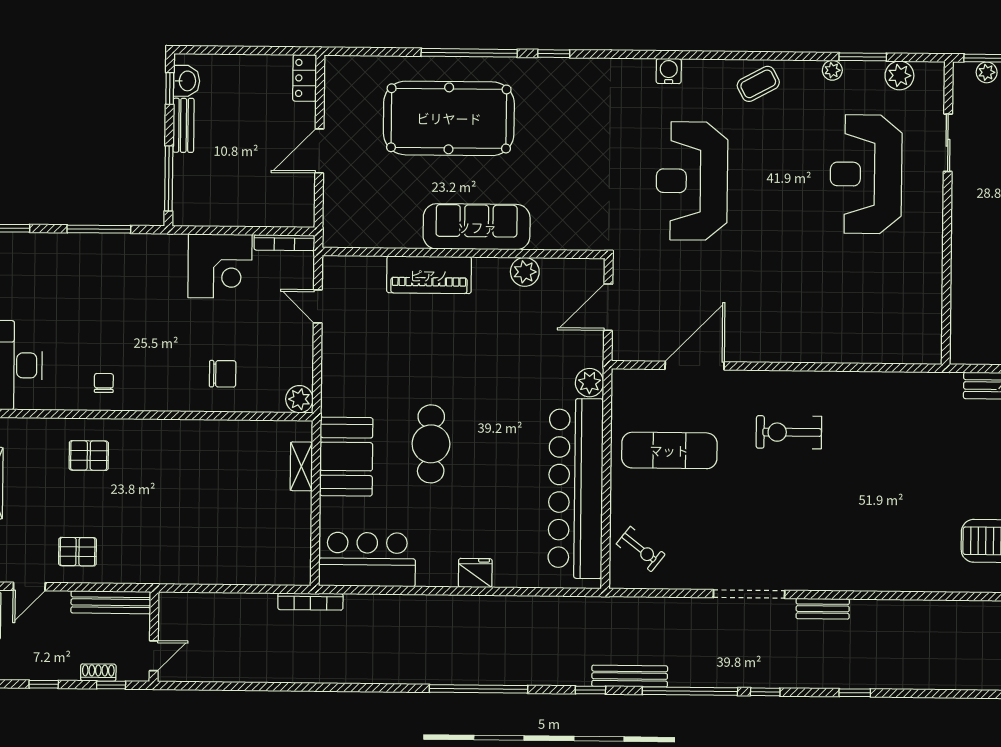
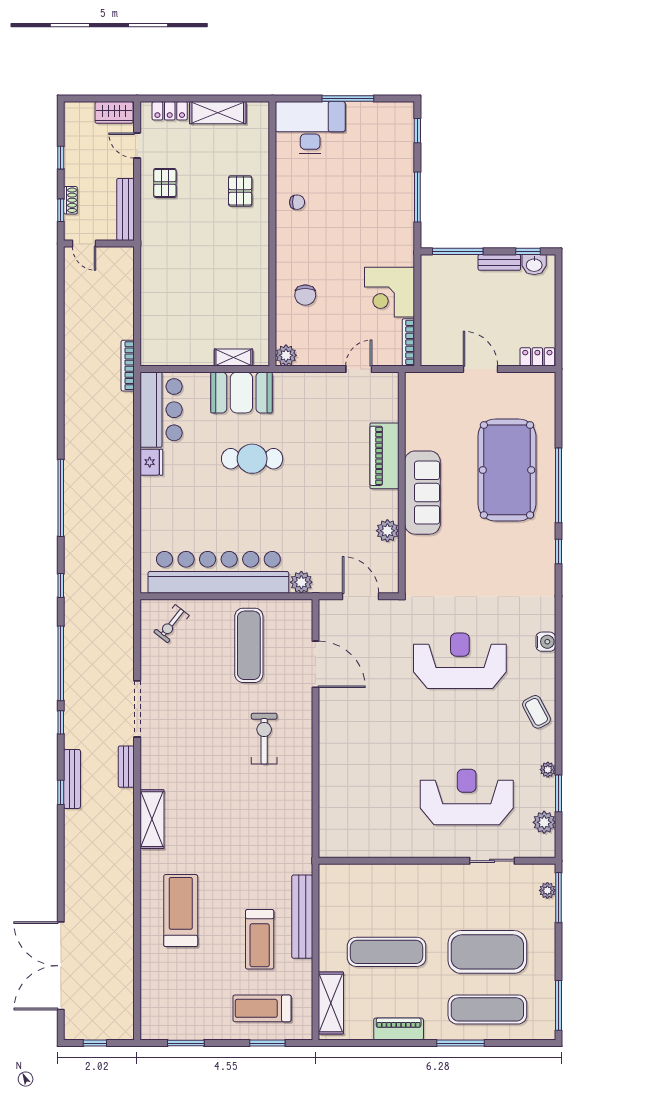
fridge: (475, 573) -> (151, 462), moved
shelving: (890, 577) -> (152, 819), added
bench: (630, 676) -> (72, 779), moved

